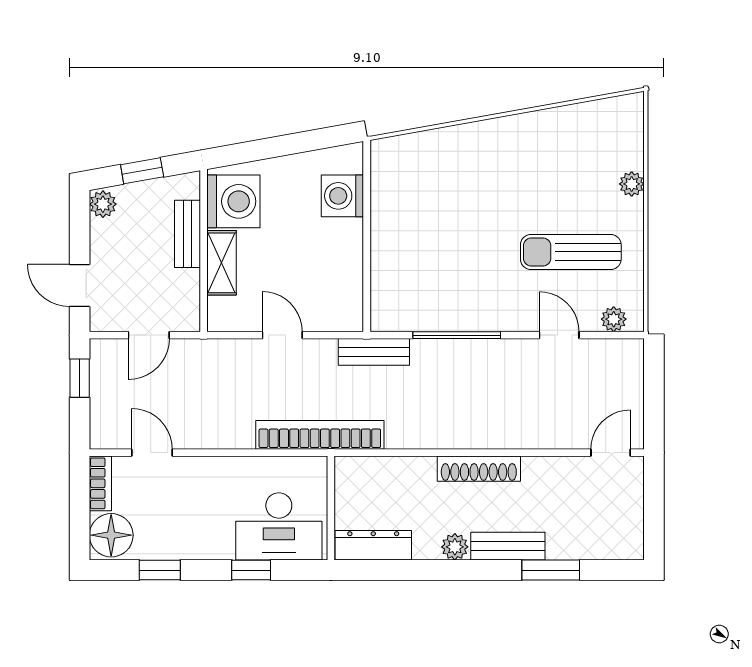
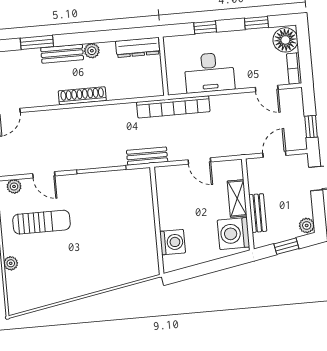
desk: (279, 526) -> (209, 73), moved, turned 180

